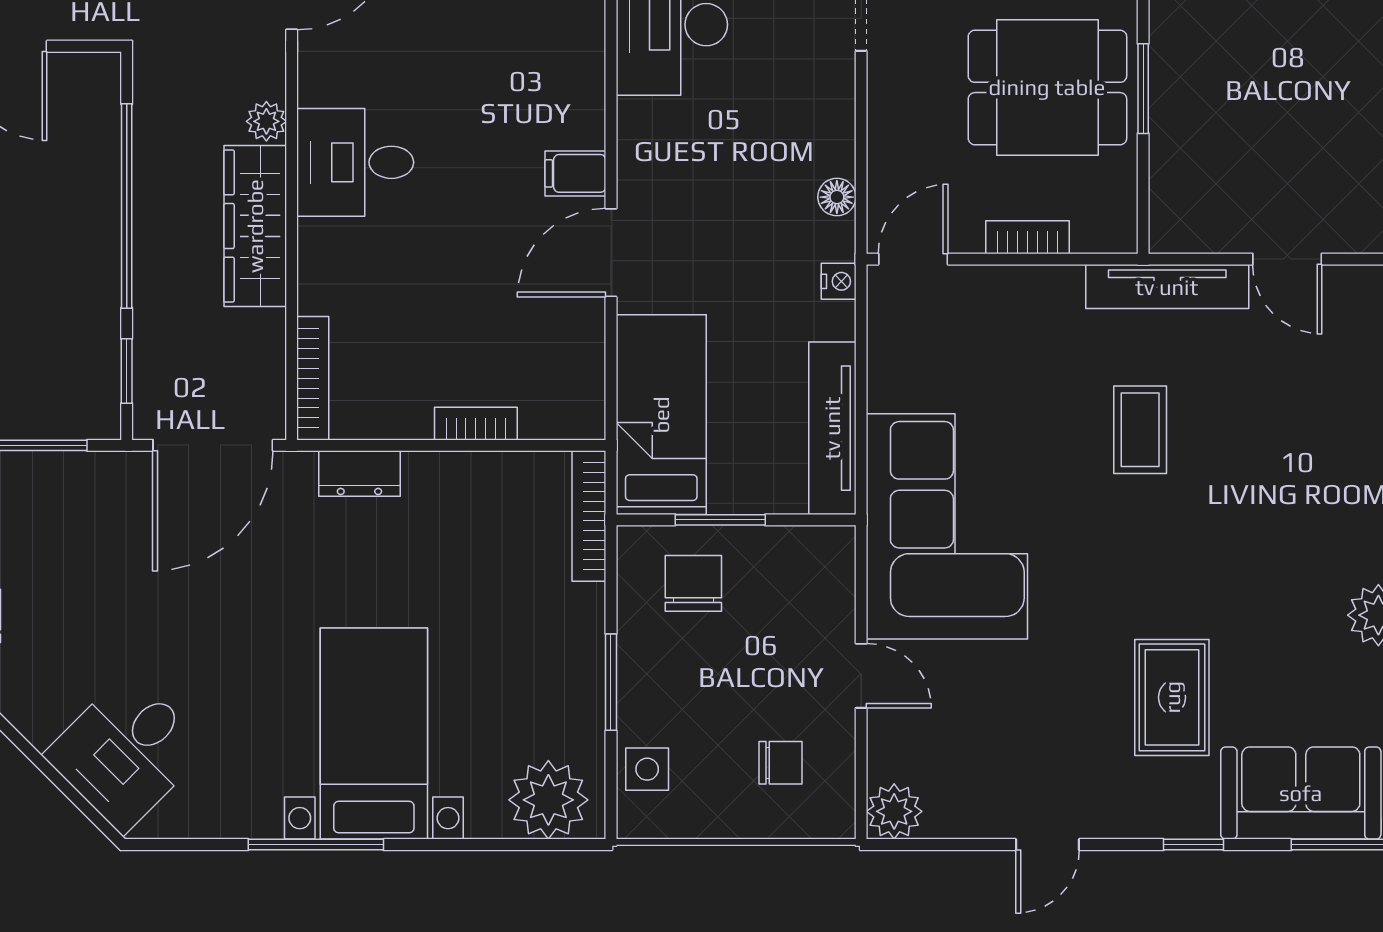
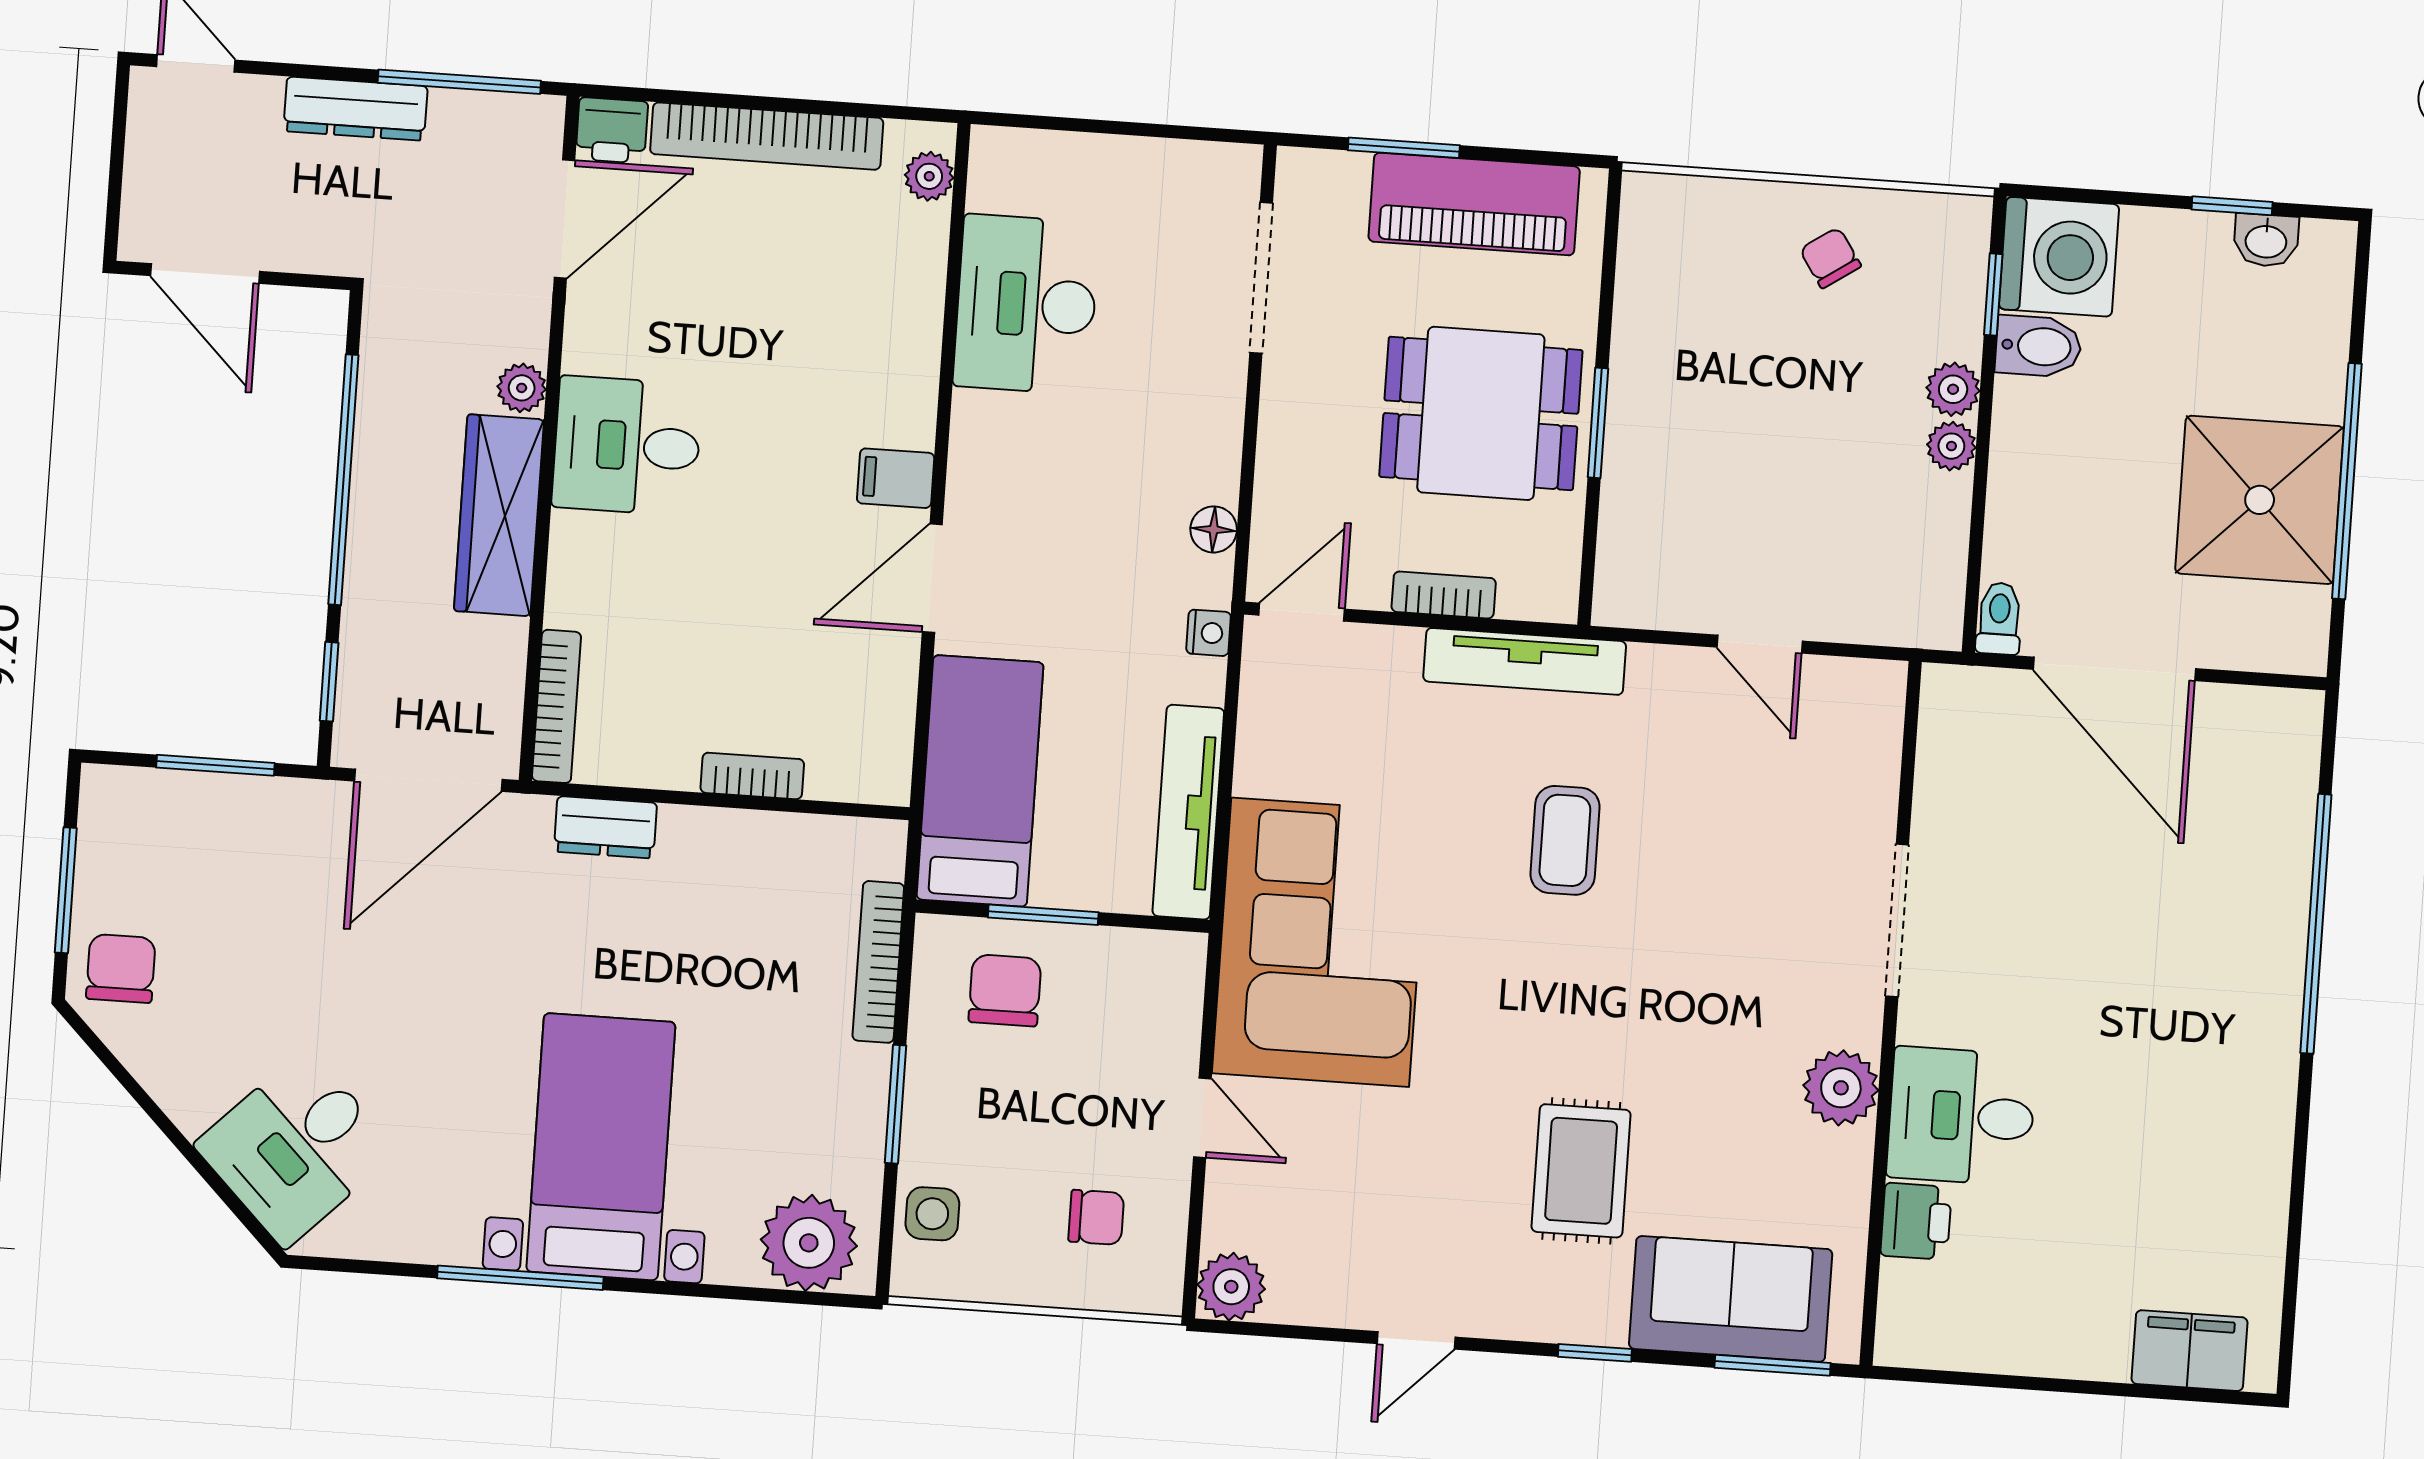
tv unit: (1167, 287) -> (1525, 661), moved
bookcase: (589, 516) -> (878, 962), moved

